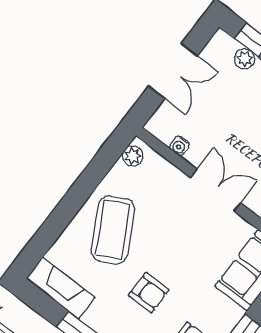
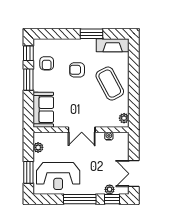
double door: (173, 71) -> (134, 174), moved

